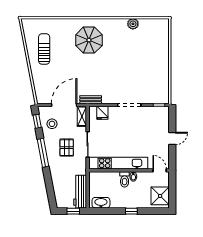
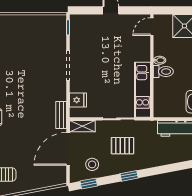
door: (64, 105) -> (68, 149), hinge flipped
window: (43, 153) -> (129, 176), width x0.46
kitchen unit: (118, 163) -> (142, 90), width x0.73

